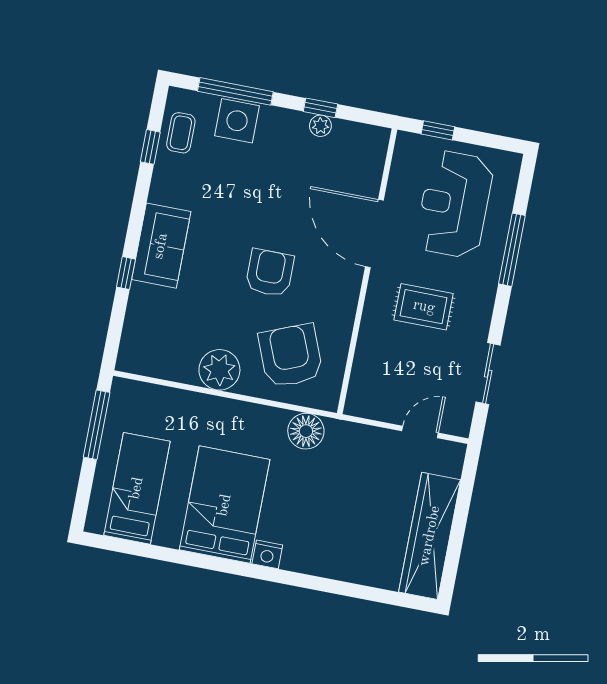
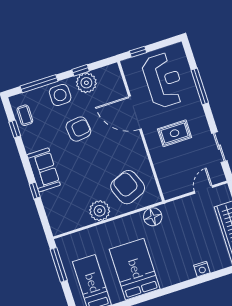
side table: (237, 121) -> (60, 95), moved
plant: (320, 126) -> (86, 83), width x1.87, depth x1.87
reception desk: (454, 204) -> (163, 80), turned 180
armchair: (270, 273) -> (78, 129), moved, turned 83
nightstand: (267, 554) -> (202, 269), moved

